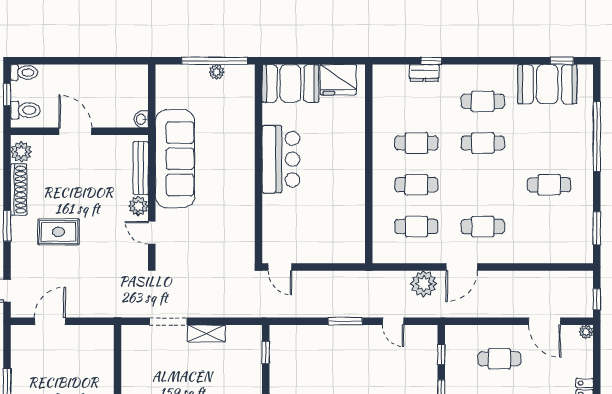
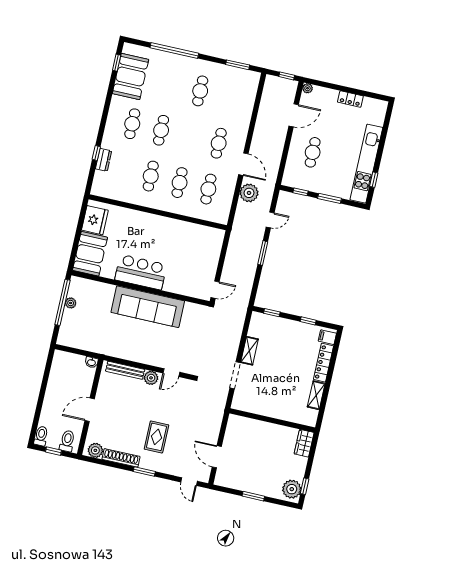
sofa: (175, 159) -> (148, 307), moved, turned 180

